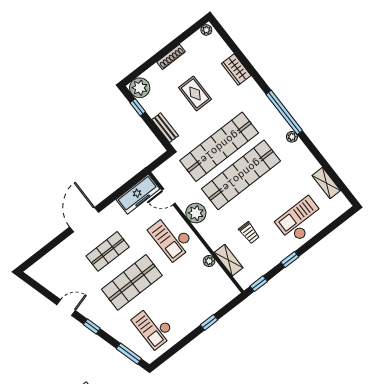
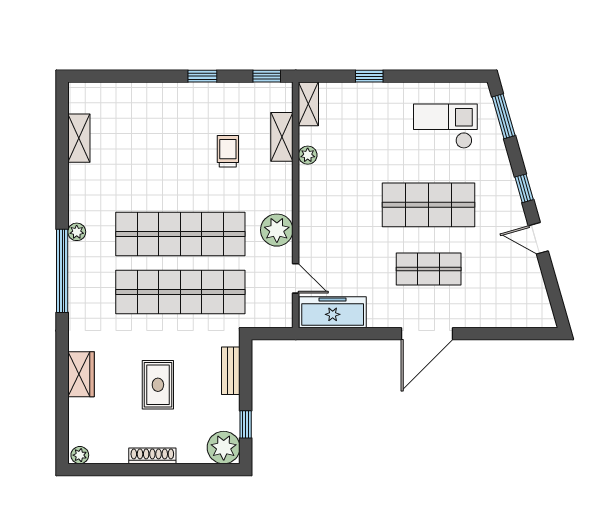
checkout: (301, 220) -> (149, 116), removed
checkout: (171, 237) -> (333, 223), removed
shelving: (228, 286) -> (308, 104), added
checkout: (153, 327) -> (445, 126), turned -90

